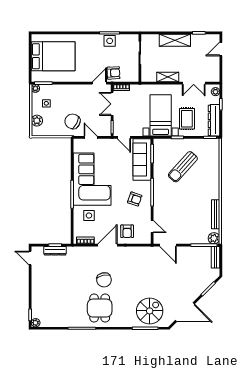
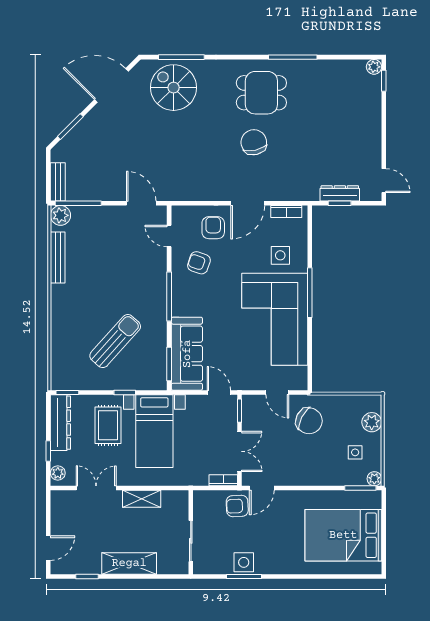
armchair: (135, 199) -> (199, 263), moved
dining table: (100, 308) -> (261, 93), turned 90
spiral stairs: (150, 311) -> (174, 88), turned 90

